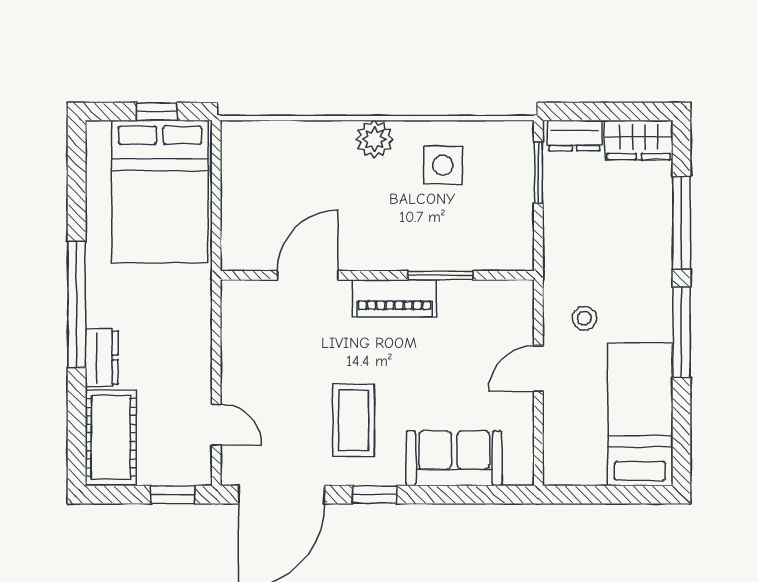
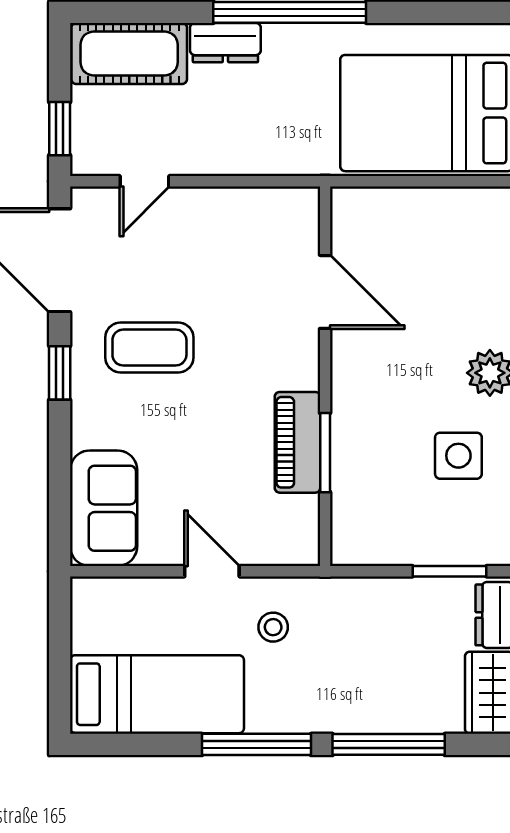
piano: (394, 298) -> (297, 442), moved
sofa: (454, 458) -> (104, 508), moved

